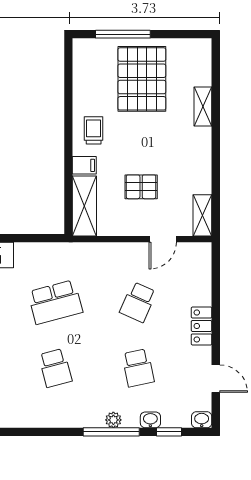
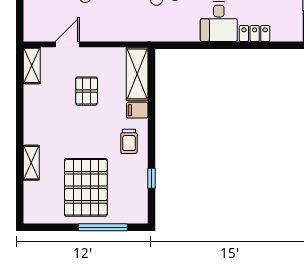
window: (68, 89) -> (151, 178), added
pallet: (141, 187) -> (87, 91), turned 90

